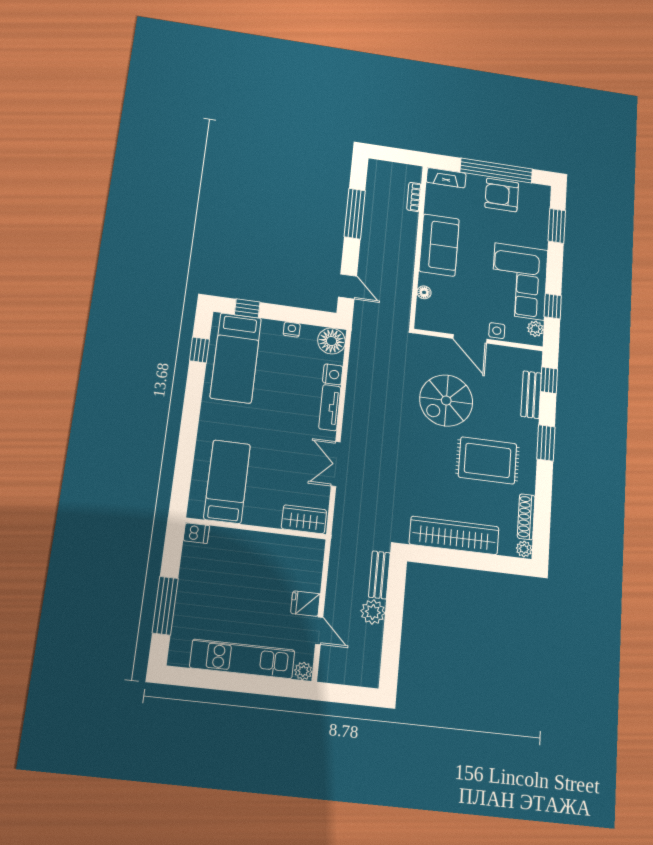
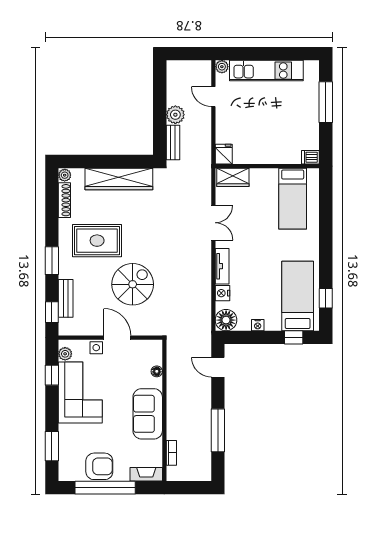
fridge: (305, 604) -> (224, 154), moved, turned -90

